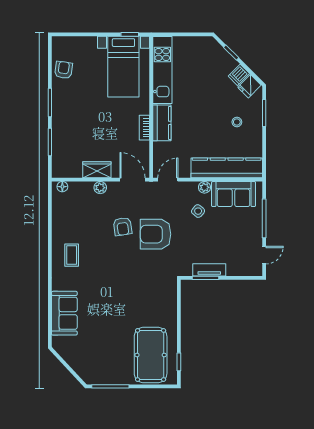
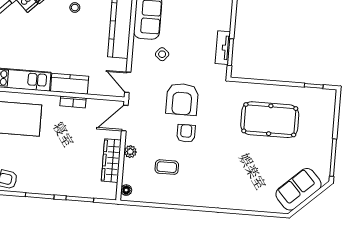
wardrobe: (97, 170) -> (111, 161), width x1.50
plant: (204, 187) -> (138, 46), removed
armchair: (123, 226) -> (186, 133), moved, turned -82
coffee table: (72, 255) -> (167, 167), moved
sofa: (64, 313) -> (298, 189), moved, turned -43
pool table: (151, 355) -> (270, 120), moved

